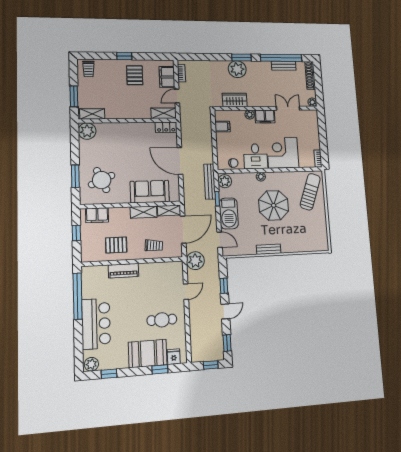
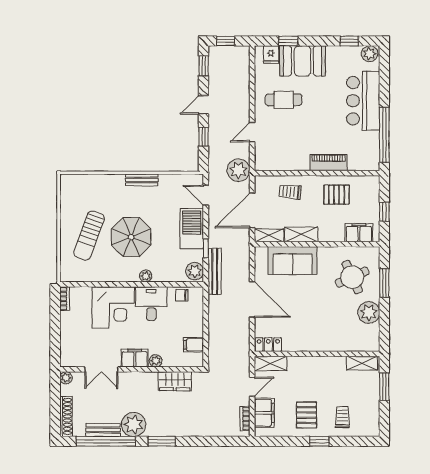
trolley: (88, 69) -> (342, 417), moved
plant: (237, 69) -> (134, 424), moved
plant: (87, 131) -> (369, 313), moved
sun lounger: (310, 192) -> (89, 235), moved

